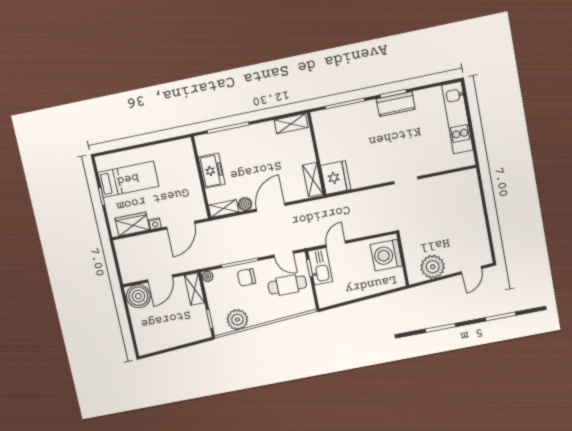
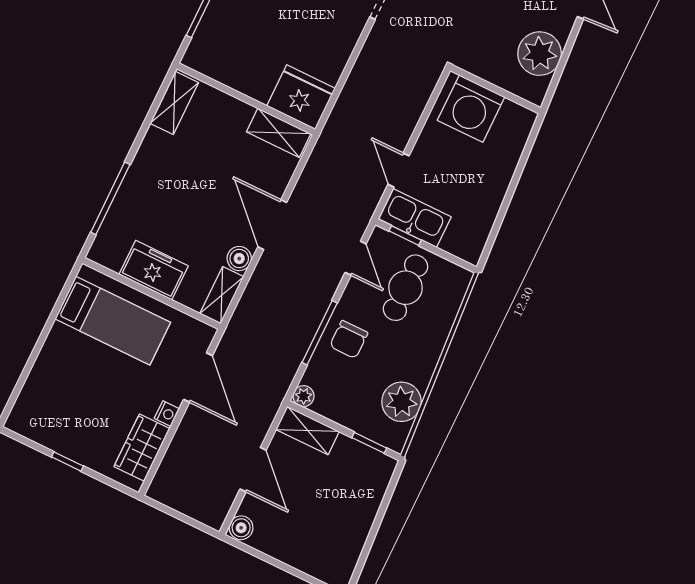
bed: (128, 179) -> (113, 321), moved, turned 90
door: (284, 254) -> (356, 258), hinge flipped
boiler: (138, 296) -> (241, 528), width x0.54, depth x0.54

